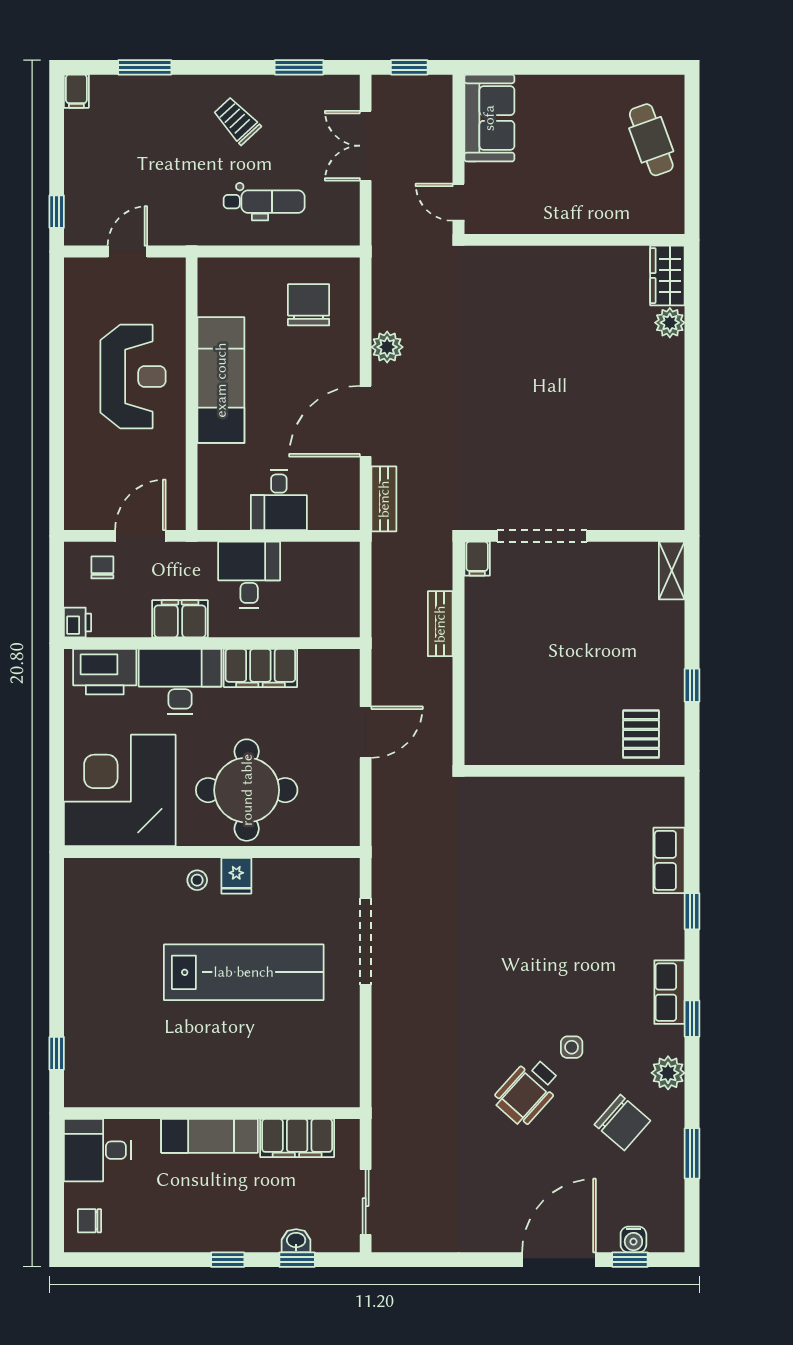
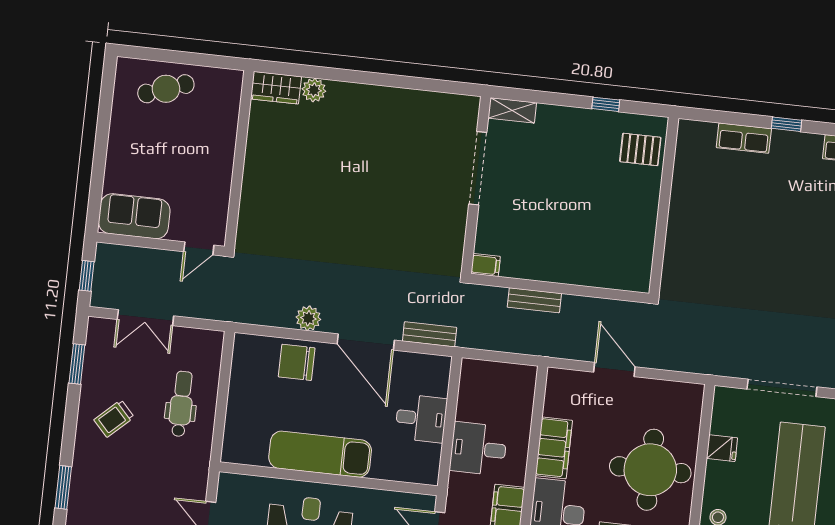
chair: (309, 305) -> (297, 362), moved
doorway: (542, 536) -> (478, 168), moved
fridge: (236, 876) -> (722, 448), moved

